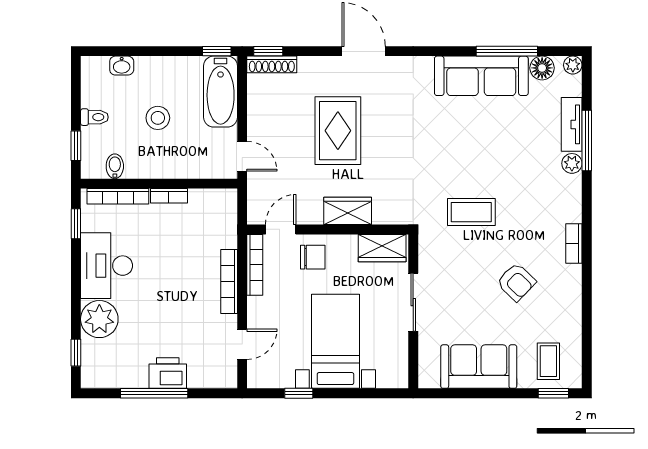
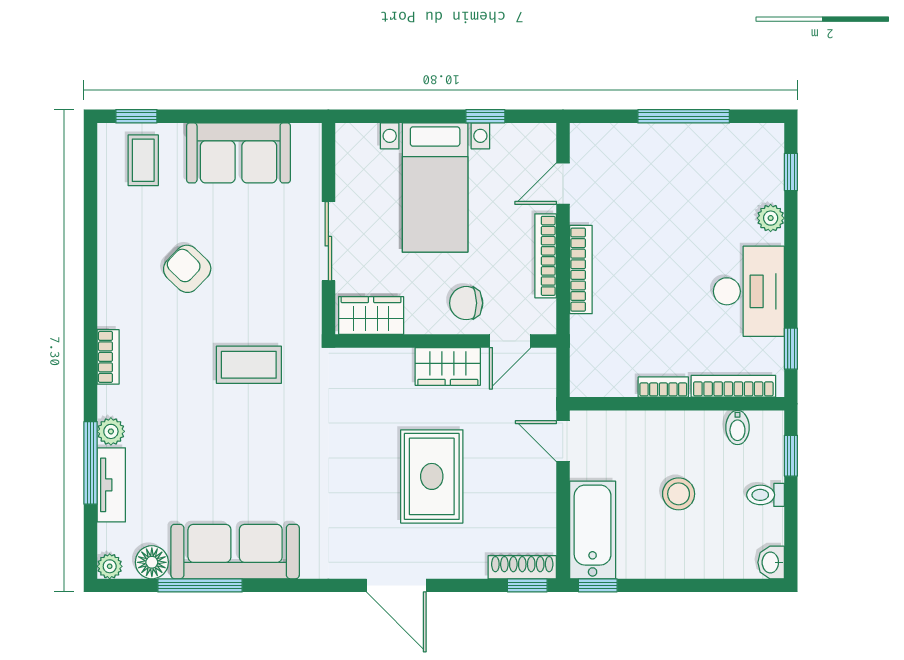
washbasin: (122, 66) -> (771, 562), moved, turned -90
wardrobe: (348, 211) -> (448, 366), moved
bookcase: (574, 243) -> (108, 357), moved
bookcase: (255, 265) -> (546, 256), moved
plant: (99, 319) -> (771, 218), width x0.53, depth x0.53
printer: (168, 373) -> (665, 144), removed

